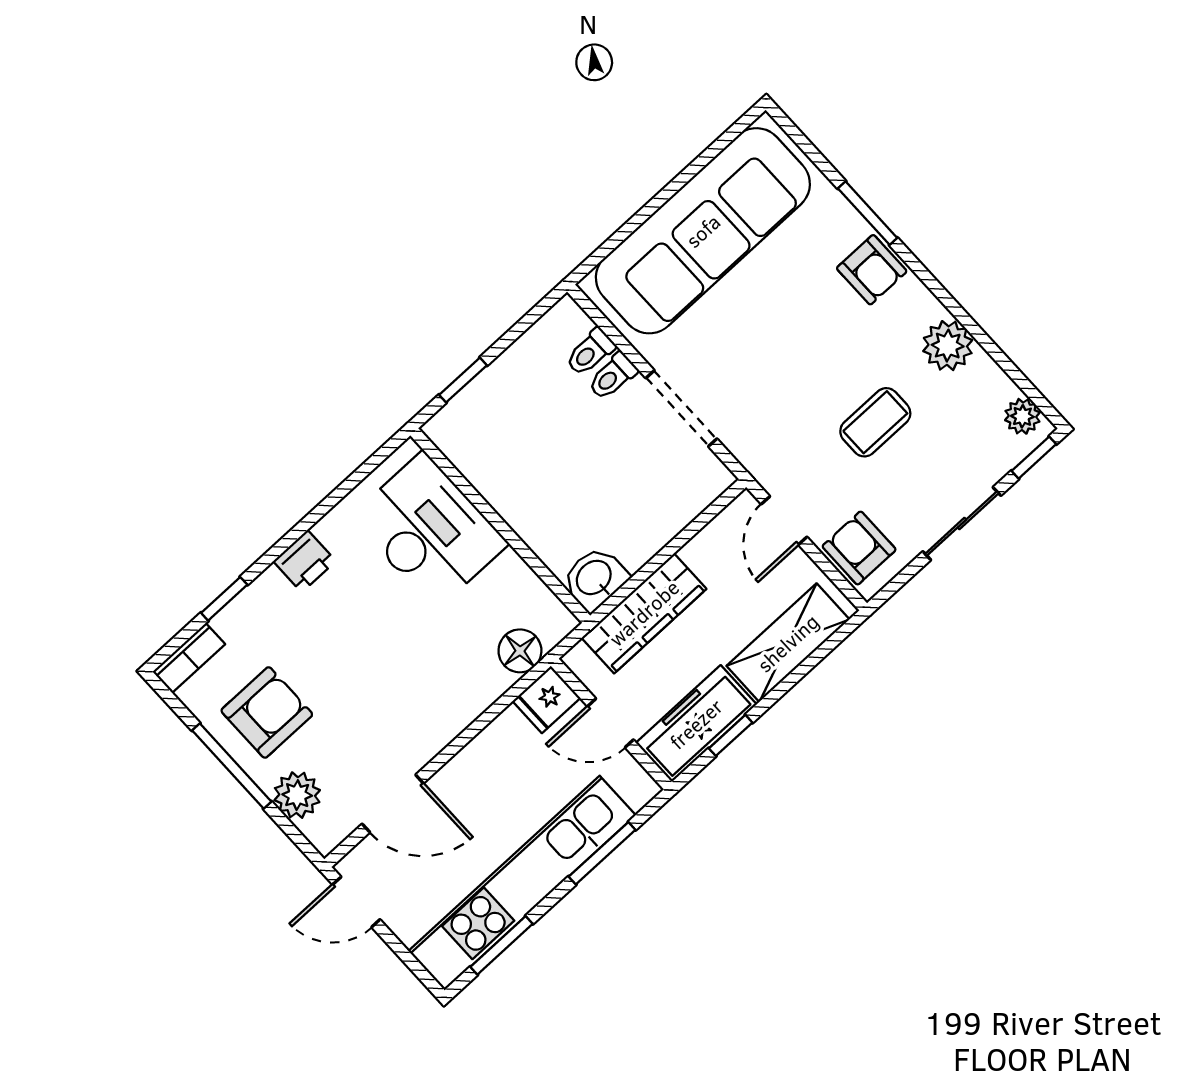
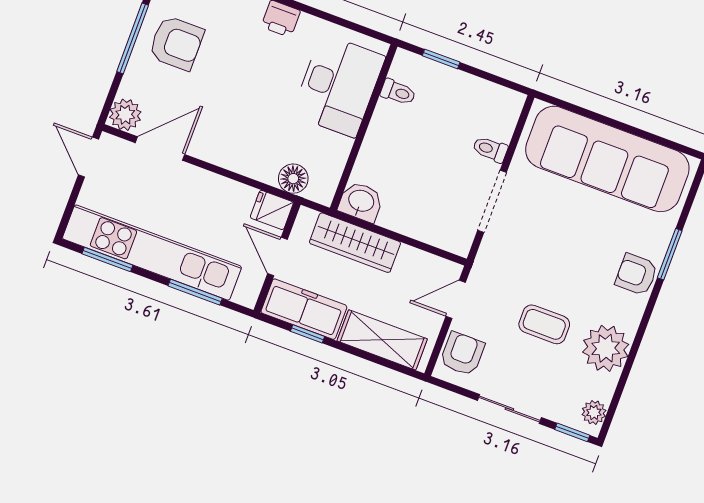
armchair: (872, 270) -> (636, 274), turned 90
plant: (948, 346) -> (606, 348), width x1.36, depth x1.36
toilet: (590, 352) -> (398, 92), moved, turned 180
plant: (297, 795) -> (125, 115), moved
door: (393, 804) -> (160, 149), swing flipped

